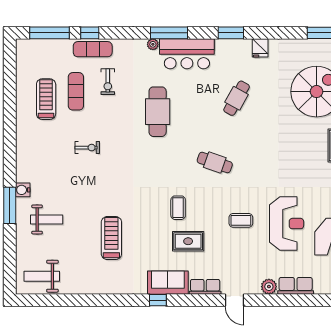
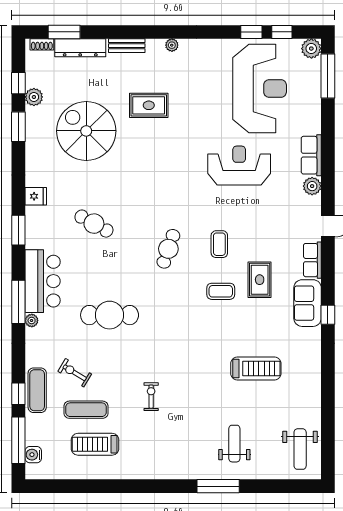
exercise bike: (108, 82) -> (75, 373), turned -149
water cooler: (23, 190) -> (33, 455), moved, turned 90
coffee table: (241, 220) -> (219, 244), moved
treadmill: (111, 238) -> (256, 369), turned 180

